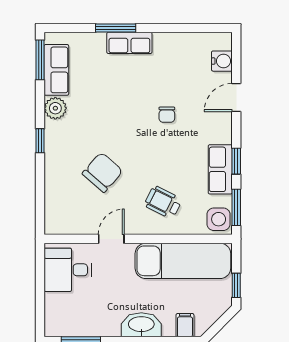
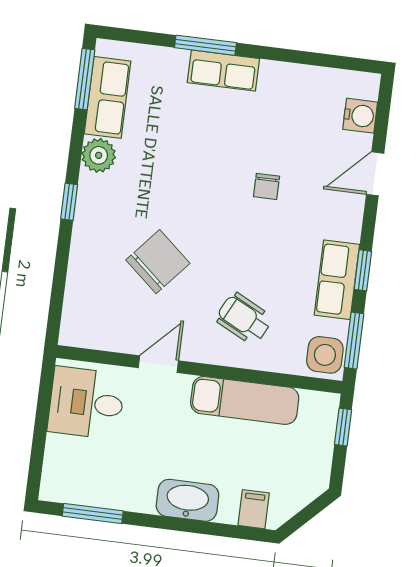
exam couch: (183, 261) -> (245, 400), width x0.73, depth x0.69
window: (236, 285) -> (343, 427), moved

